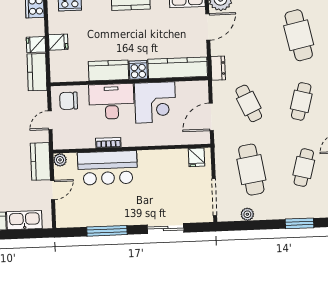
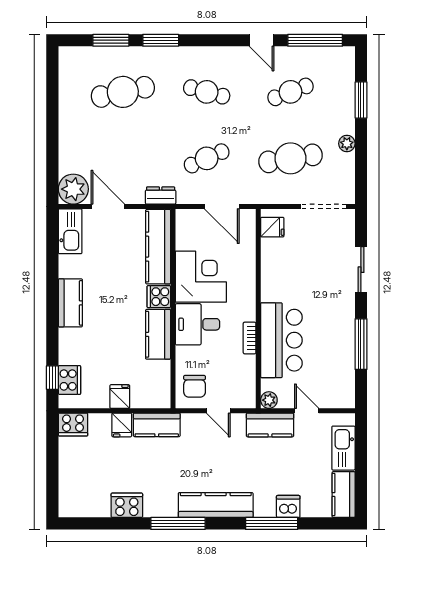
desk: (112, 101) -> (197, 324), width x0.73
cafe table: (304, 168) -> (291, 92), turned -36
plant: (247, 214) -> (347, 144), moved

